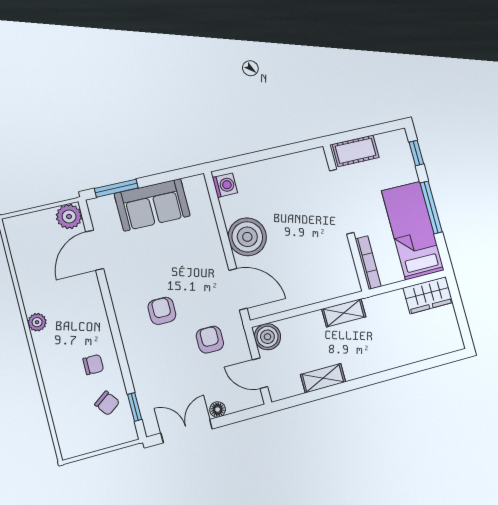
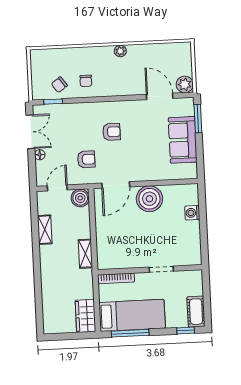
cot: (356, 151) -> (196, 312), moved
washing machine: (225, 185) -> (192, 213), moved, turned 90
doorway: (342, 202) -> (161, 269), width x0.53
window: (431, 207) -> (130, 333), moved

